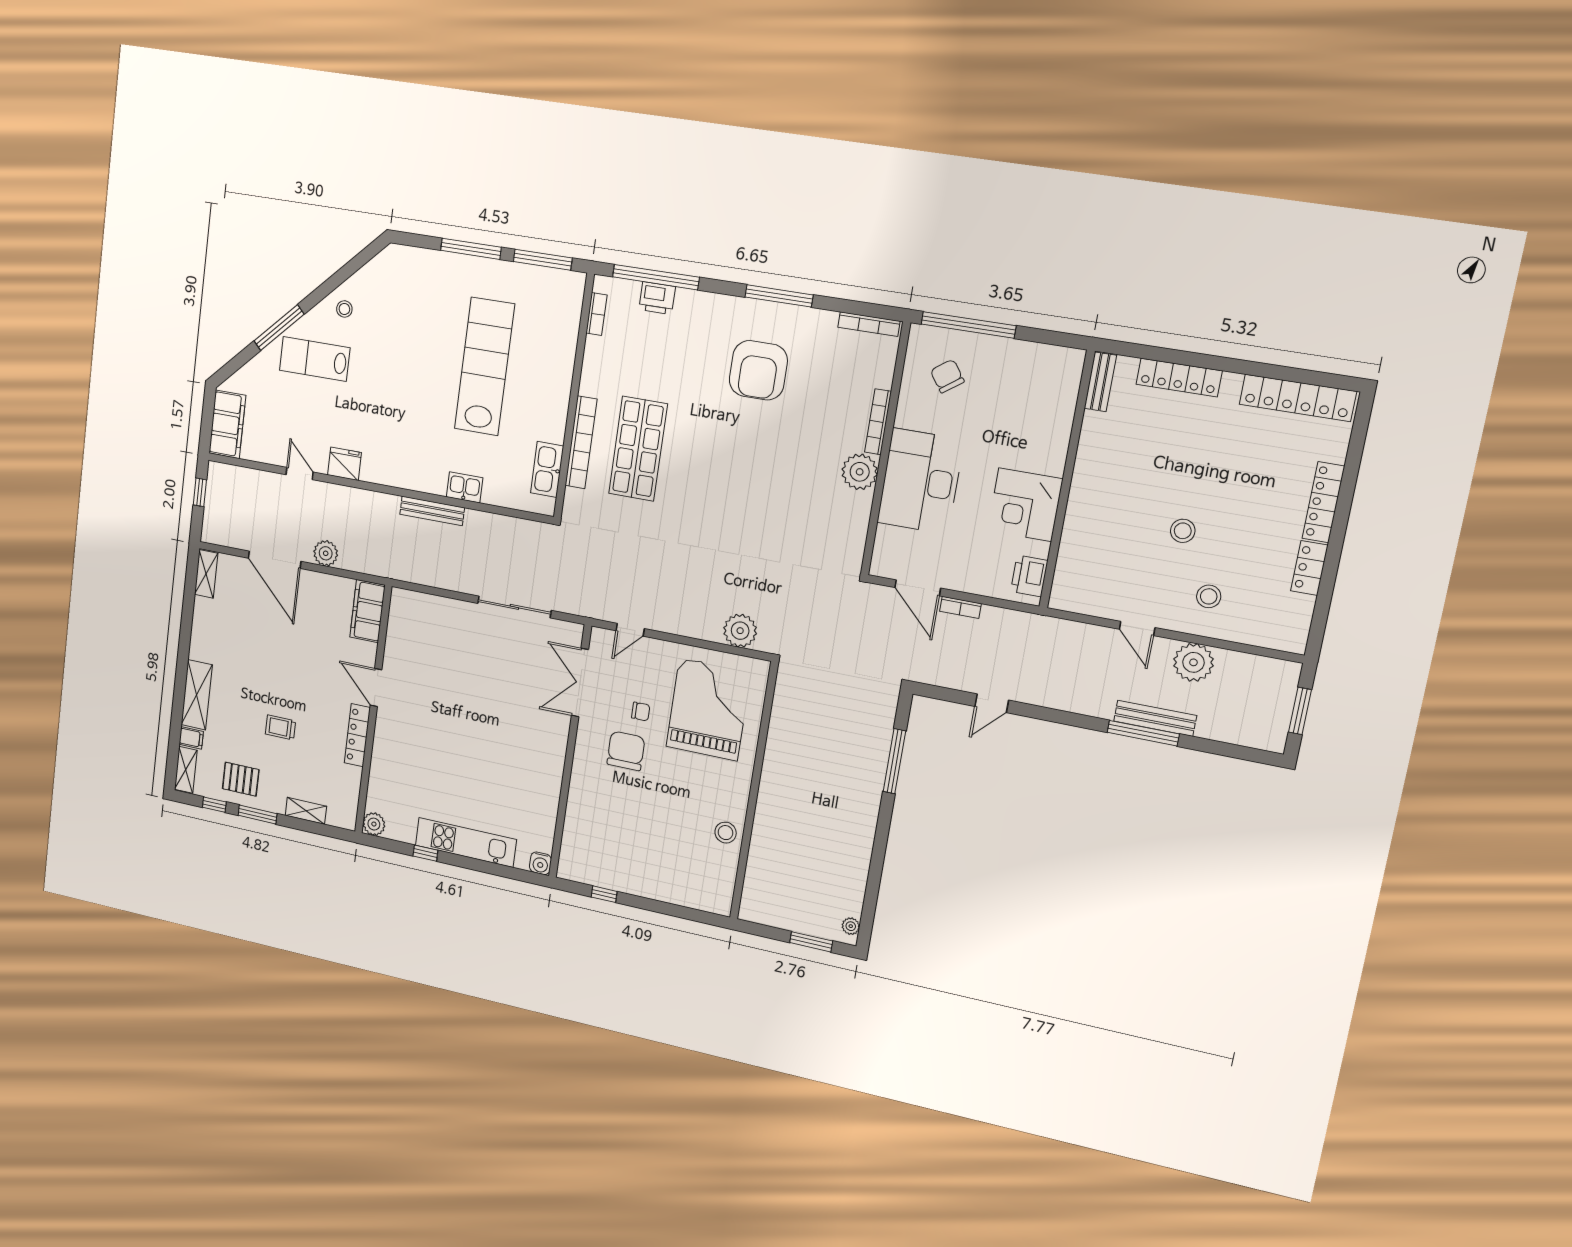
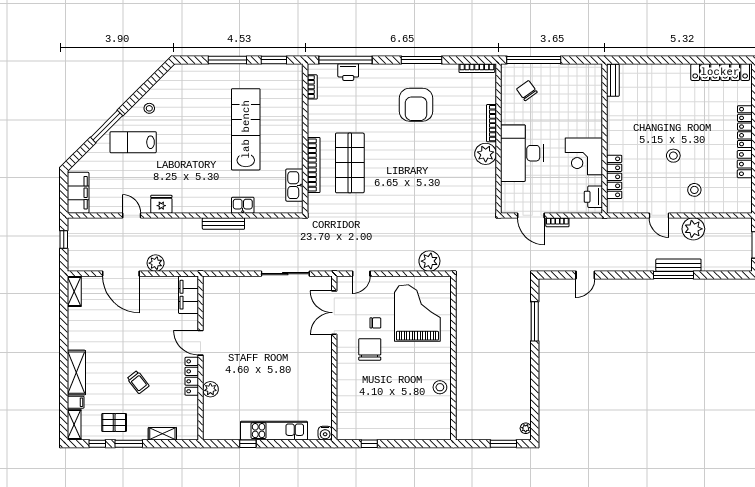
window: (543, 260) -> (274, 60), width x0.69
locker: (1179, 377) -> (614, 177), moved, turned -90
trolley: (280, 727) -> (138, 382), turned -128
plant: (374, 824) -> (210, 389), moved

